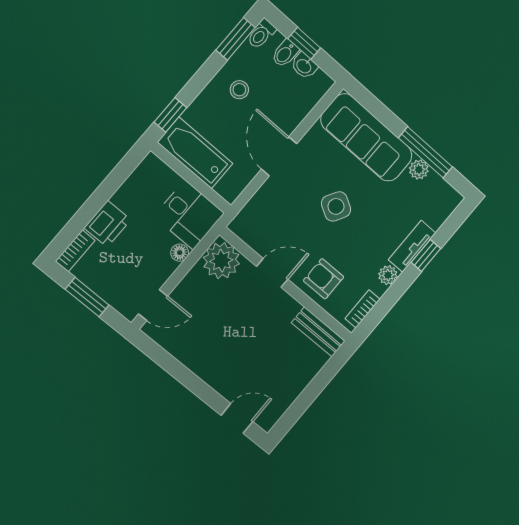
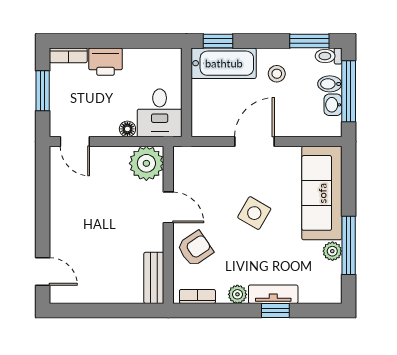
window: (304, 43) -> (349, 91), width x2.17
bathtub: (195, 153) -> (224, 63), moved, turned 90
armchair: (324, 279) -> (195, 249), turned 56

